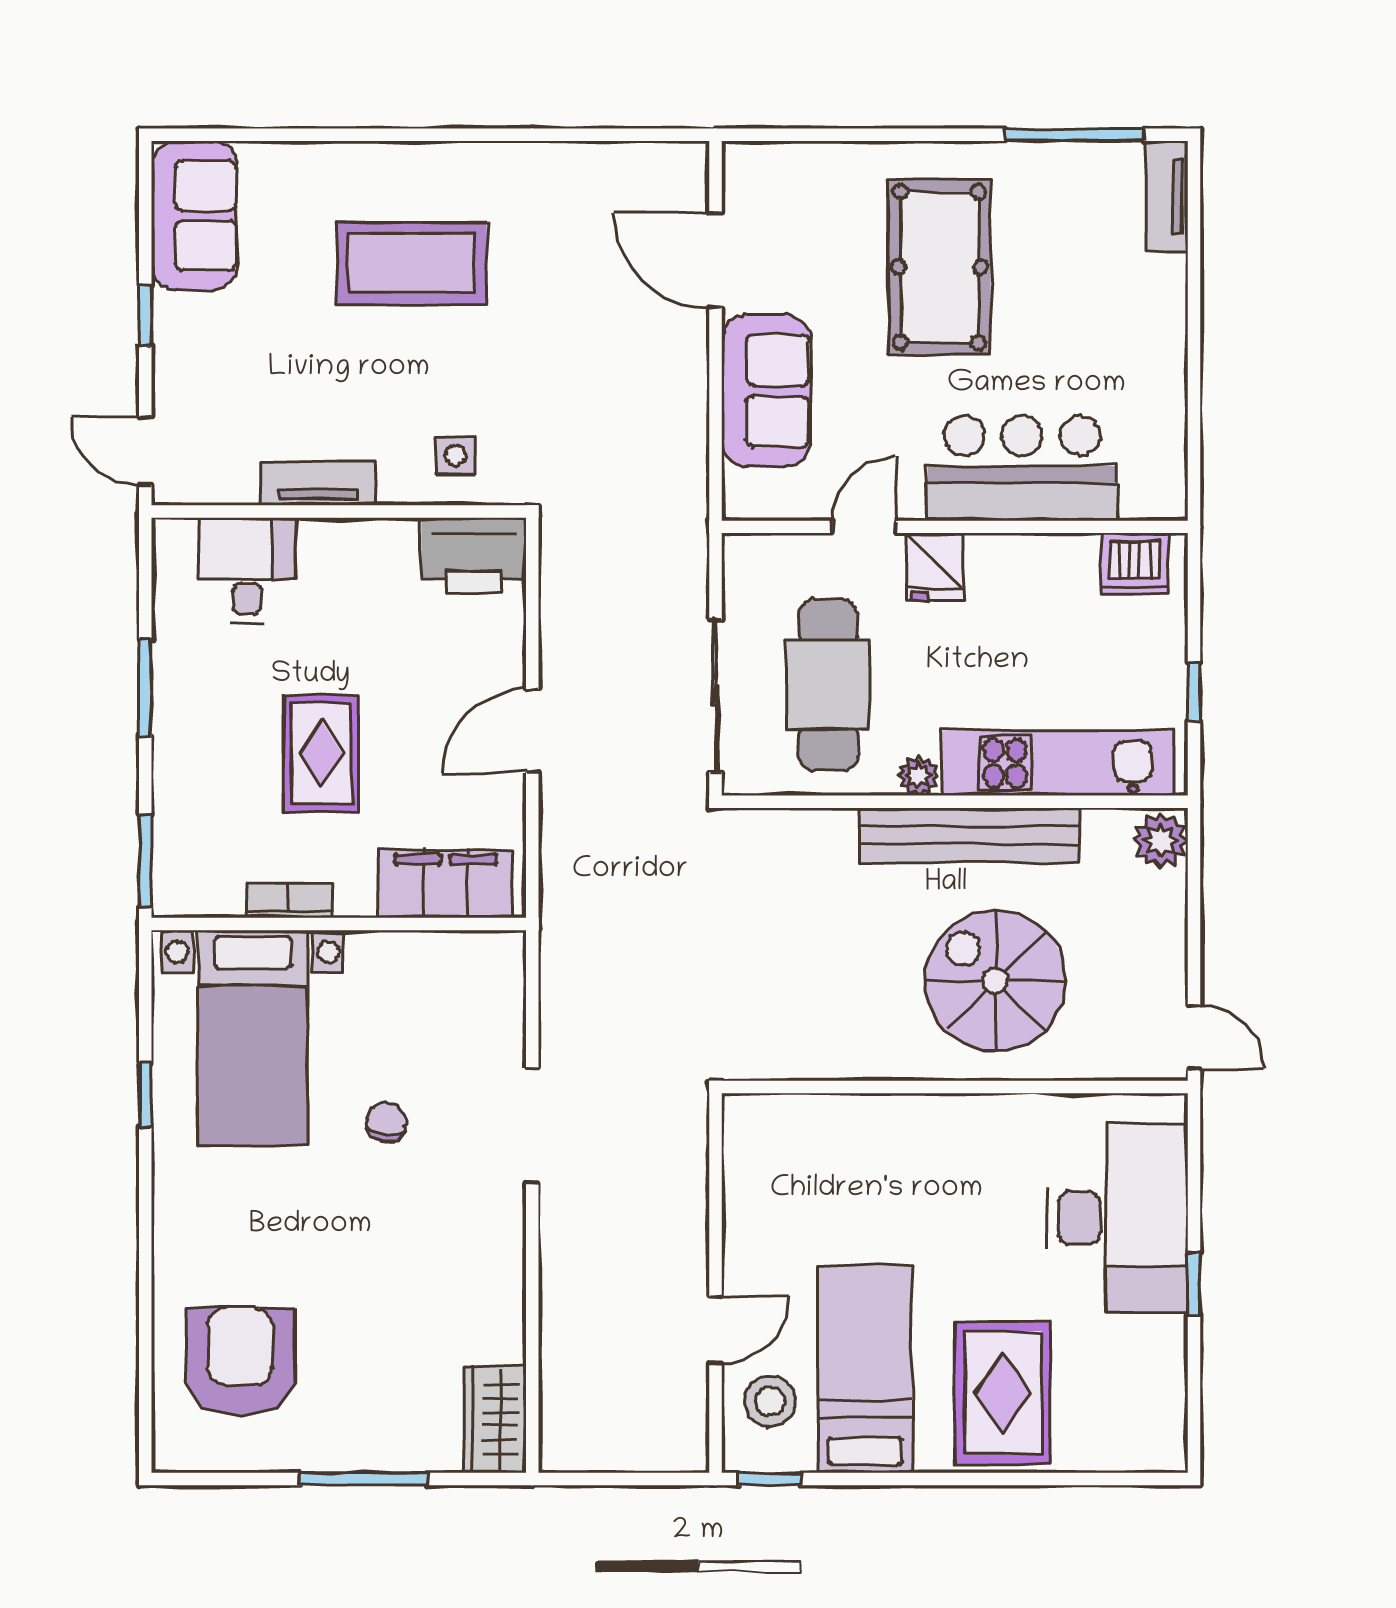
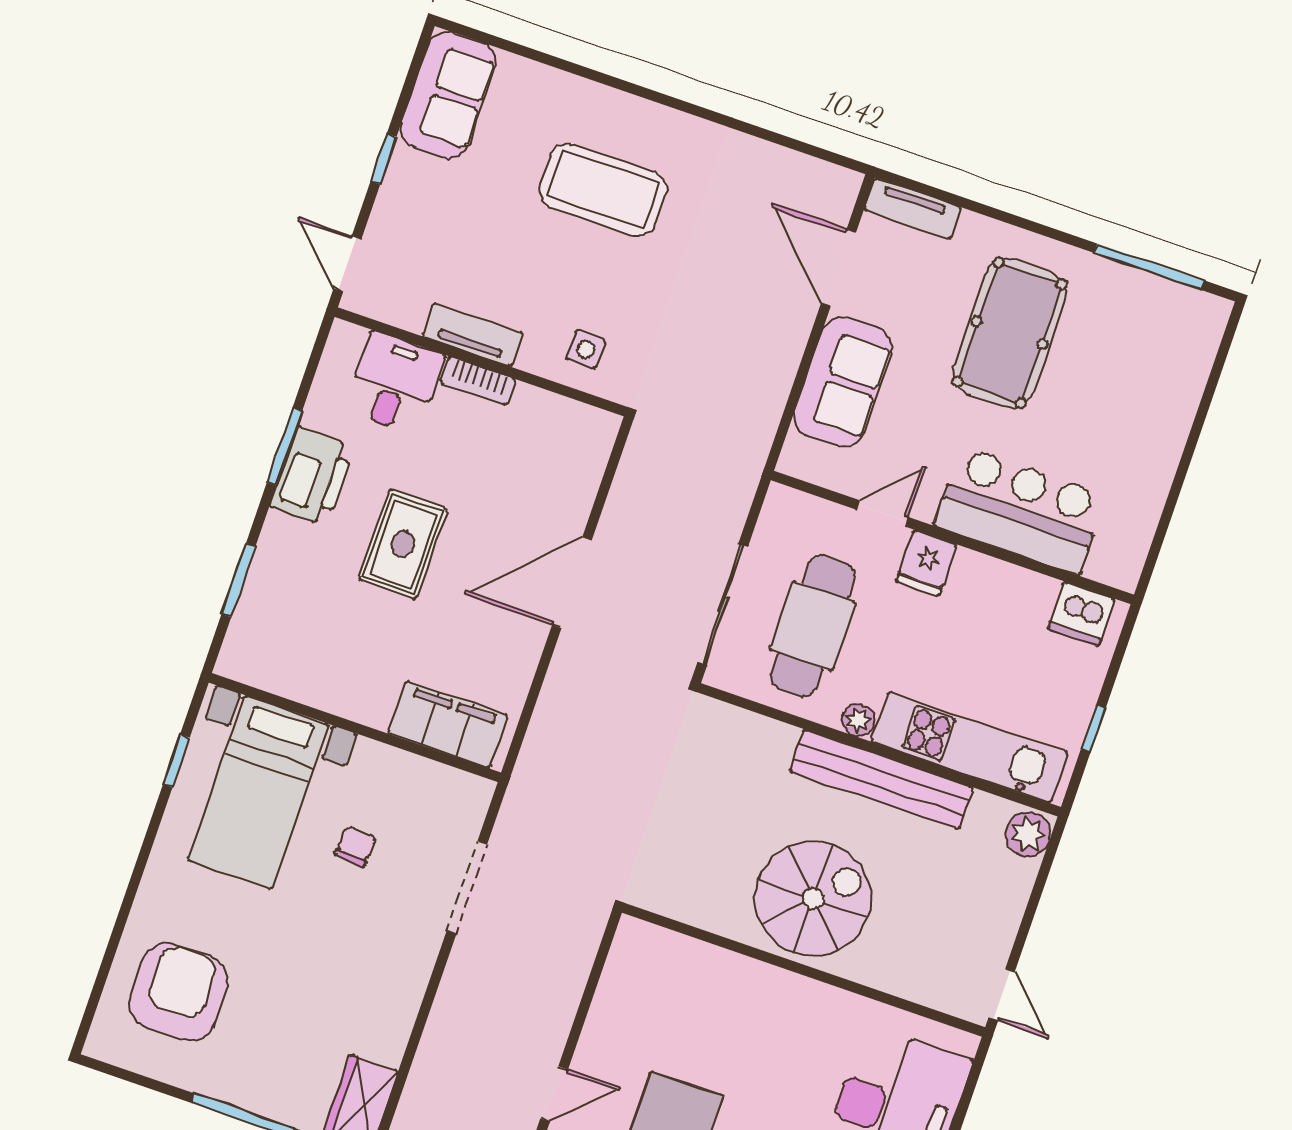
tv unit: (1167, 197) -> (912, 209), moved, turned -90
printer: (474, 555) -> (312, 476), moved, turned -90
door: (532, 731) -> (572, 583), width x1.36
filing cabinet: (445, 883) -> (448, 725), moved
bookcase: (289, 901) -> (478, 381), moved, turned 180
wall: (339, 924) -> (355, 727), moved
spiral stairs: (995, 981) -> (813, 899), moved, turned 90
bed with nightstands: (253, 1038) -> (258, 792), moved

